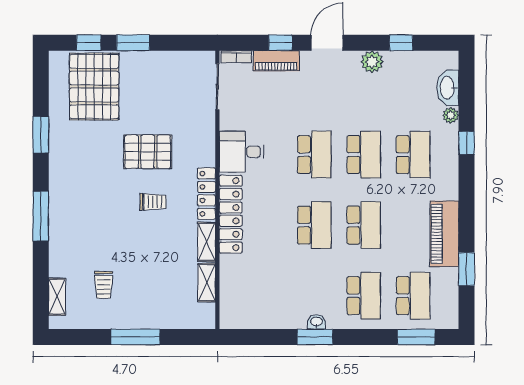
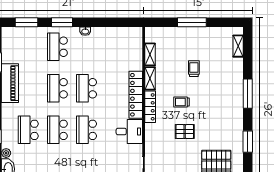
pallet: (148, 152) -> (185, 132), width x0.67, depth x0.71
trolley: (104, 285) -> (194, 69), moved
school desk: (413, 296) -> (28, 47), removed
window: (315, 337) -> (62, 22), moved

